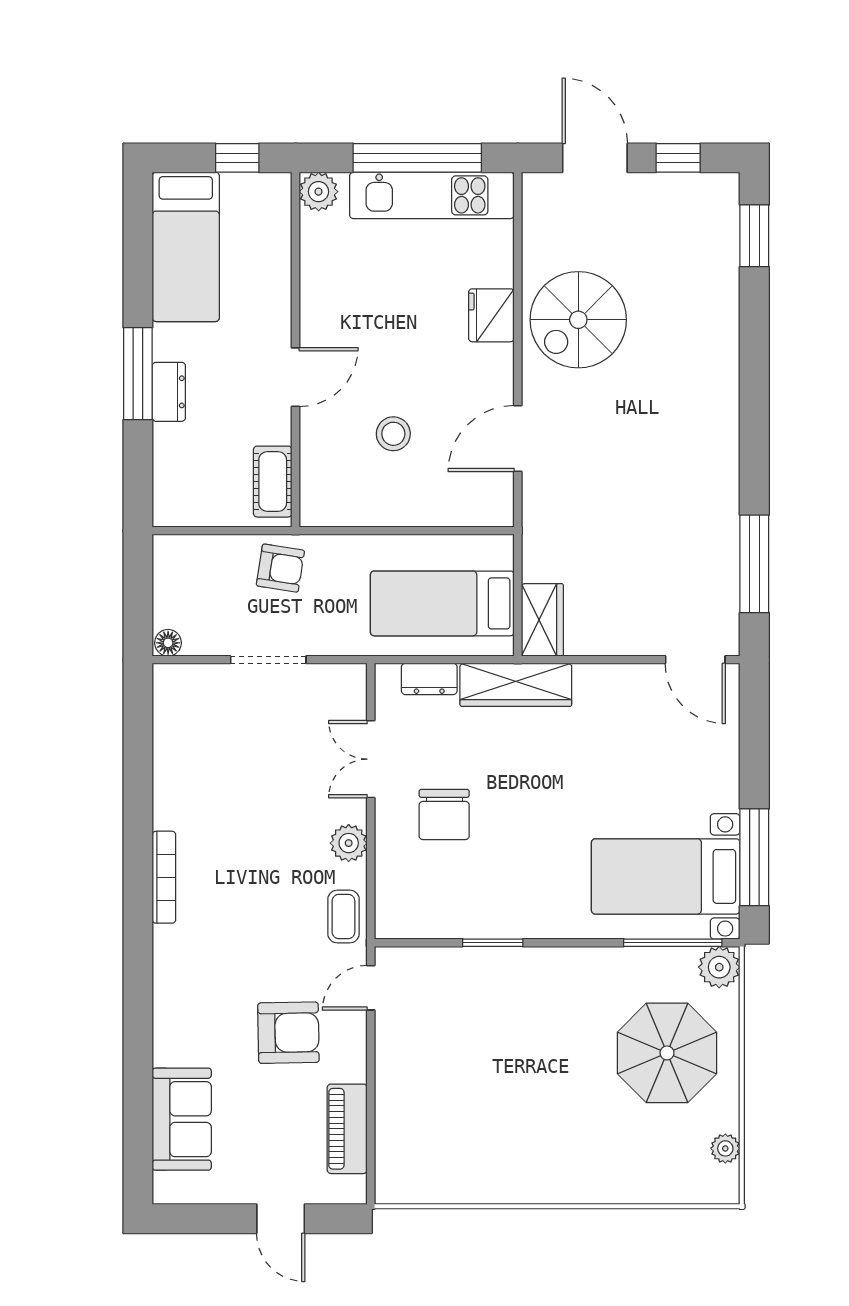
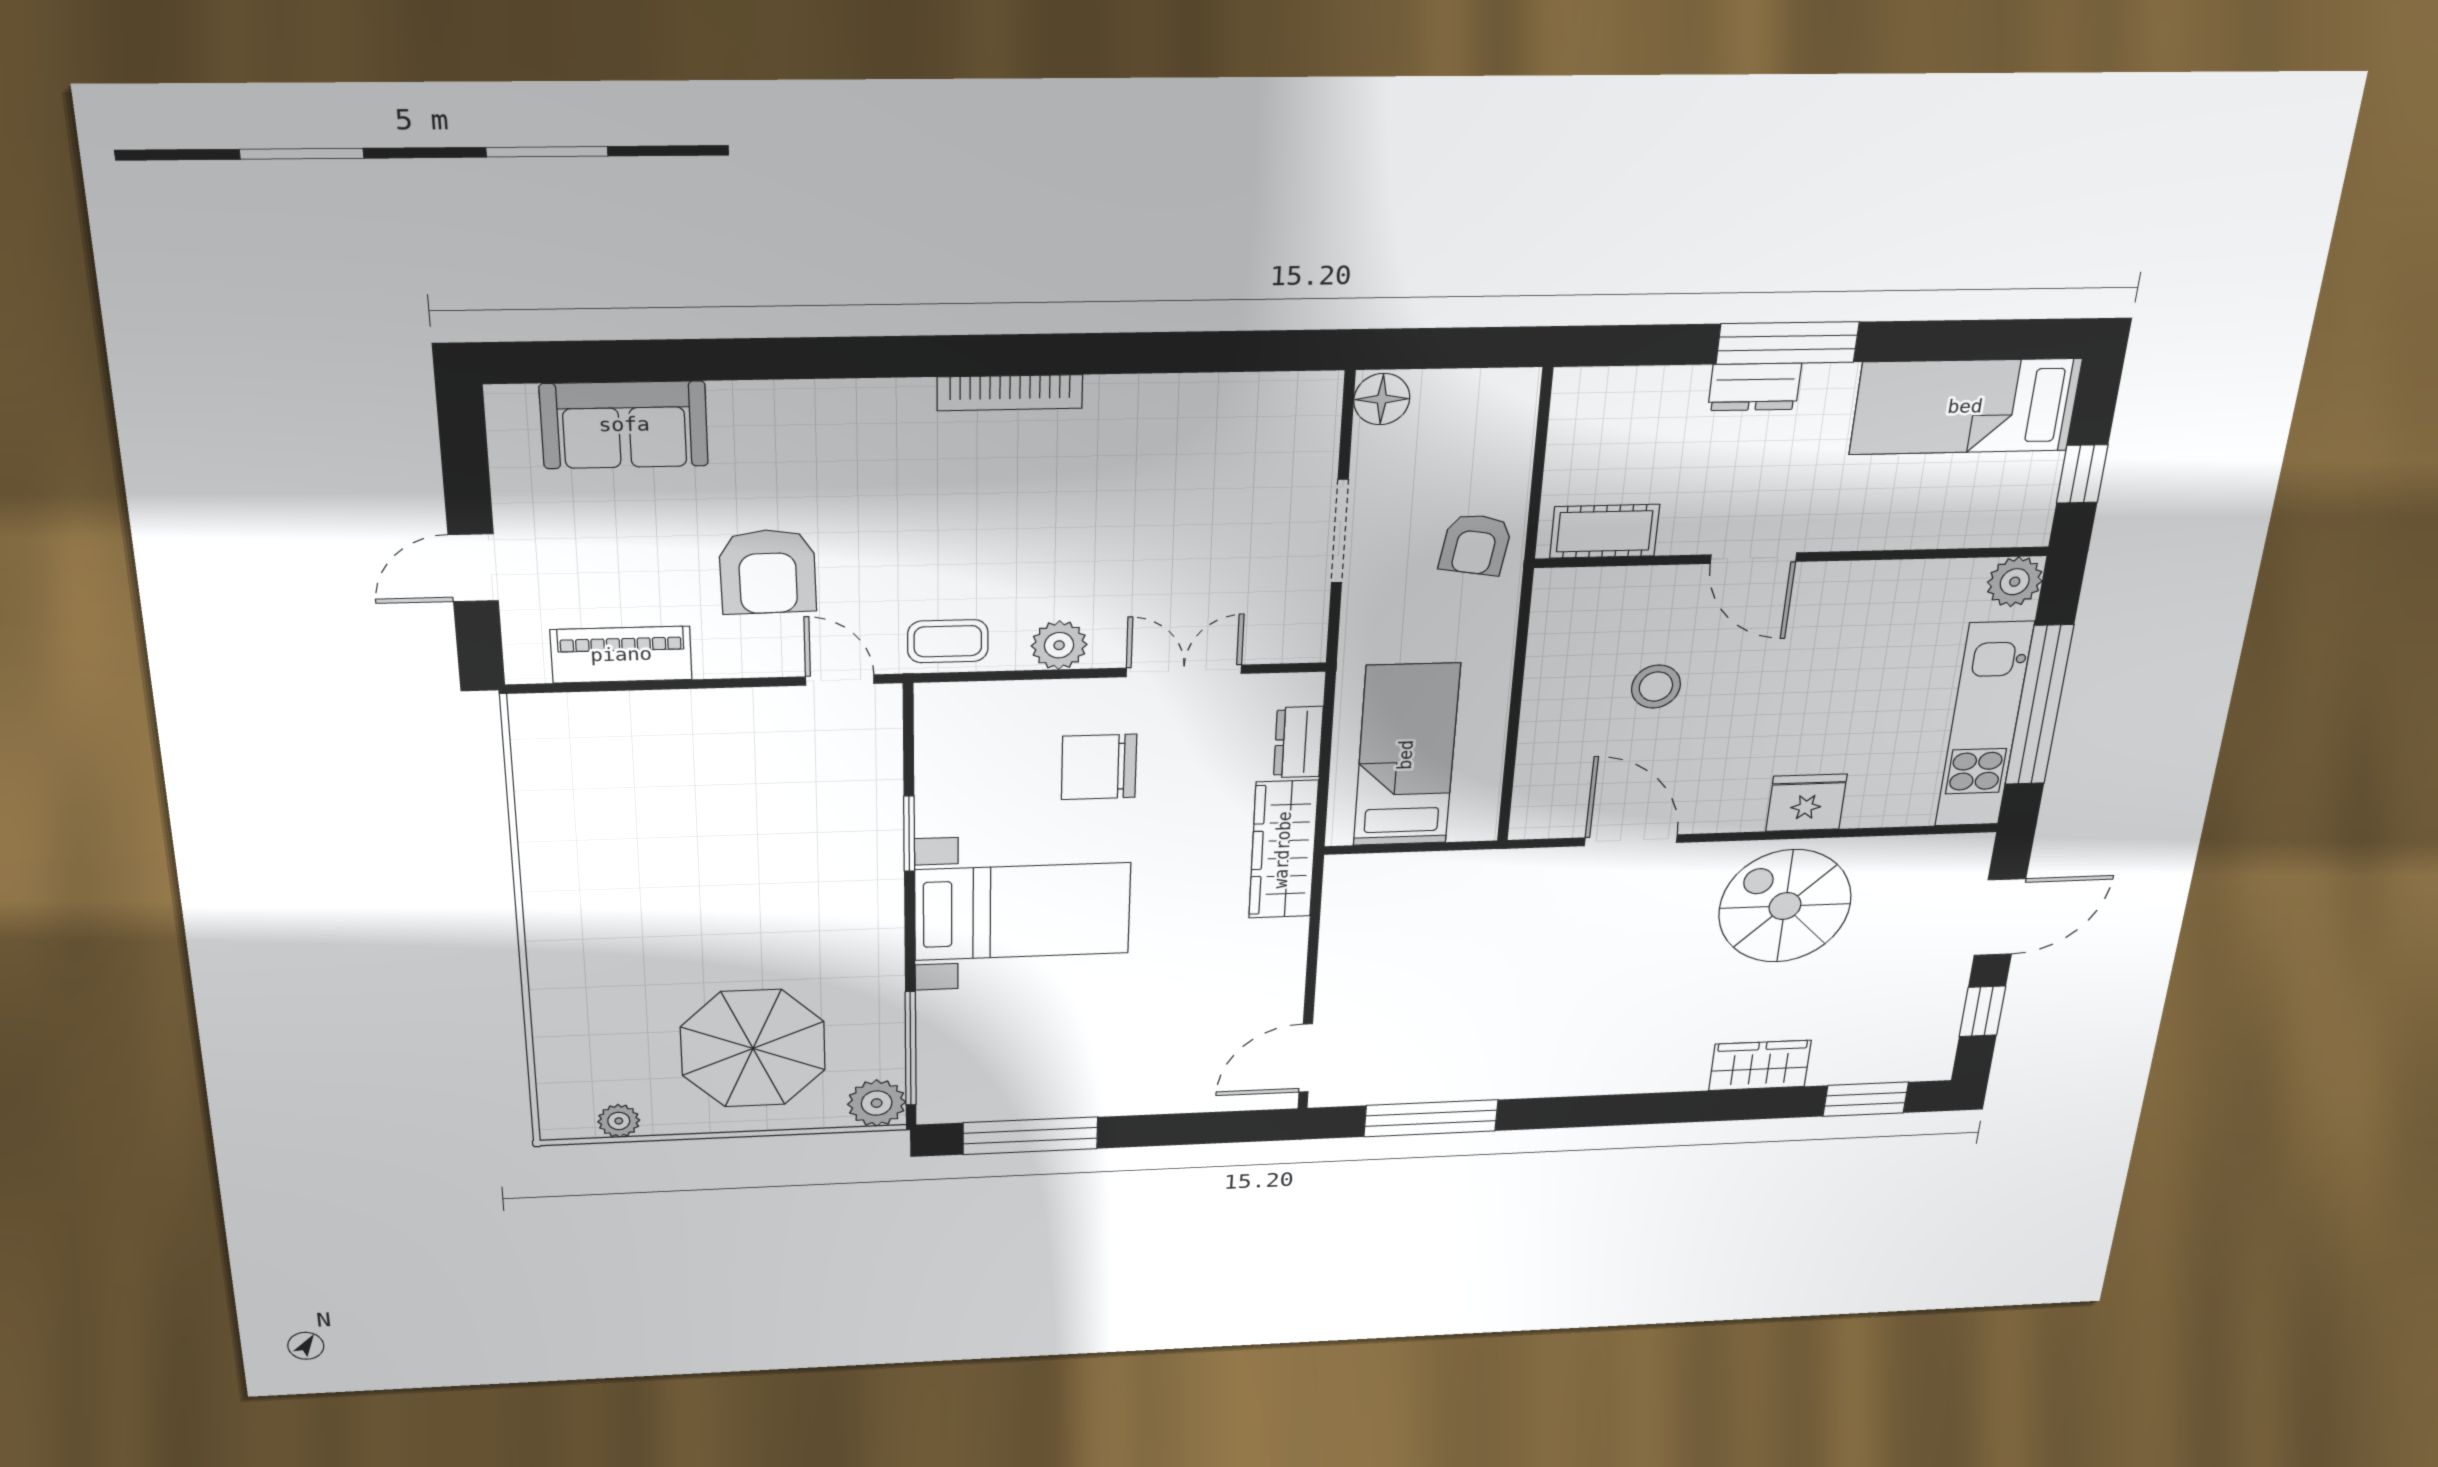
wardrobe: (542, 620) -> (1760, 1065), moved, turned 180
floor lamp: (168, 643) -> (1382, 399), width x1.37, depth x1.37
bed with nightstands: (666, 876) -> (1023, 912), moved, turned 90

